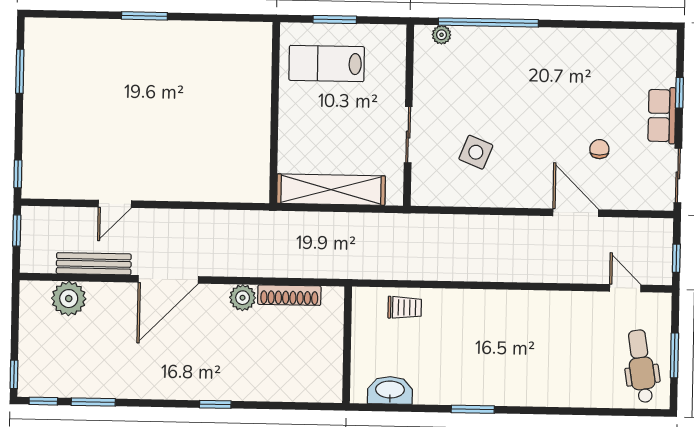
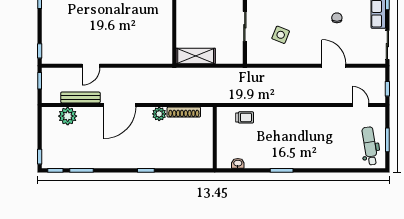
chair: (599, 149) -> (337, 18), moved
shelving: (331, 190) -> (196, 56), width x0.68
washbasin: (390, 390) -> (238, 163), width x0.52, depth x0.69

